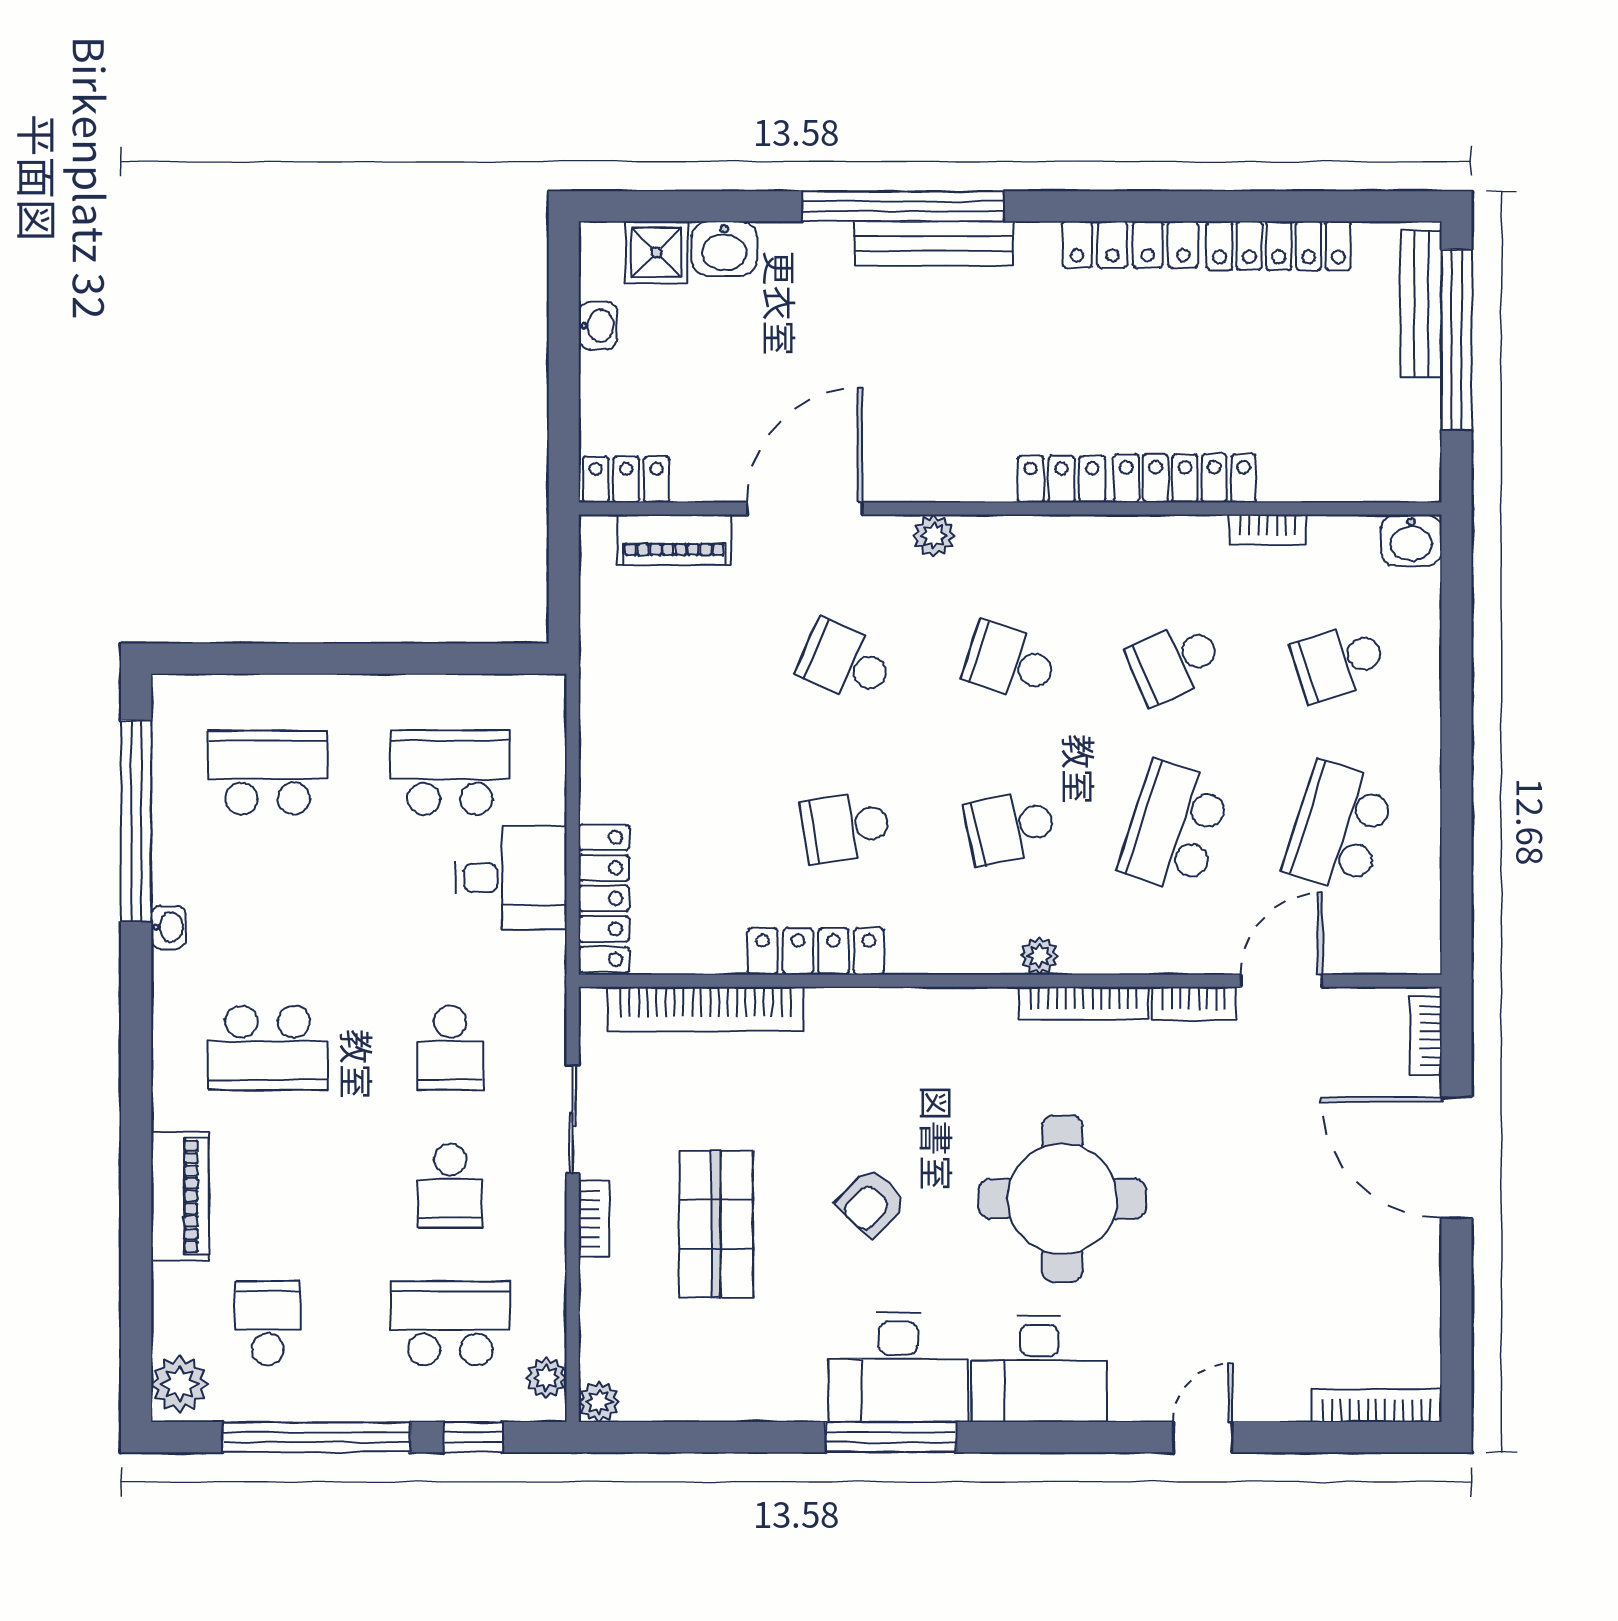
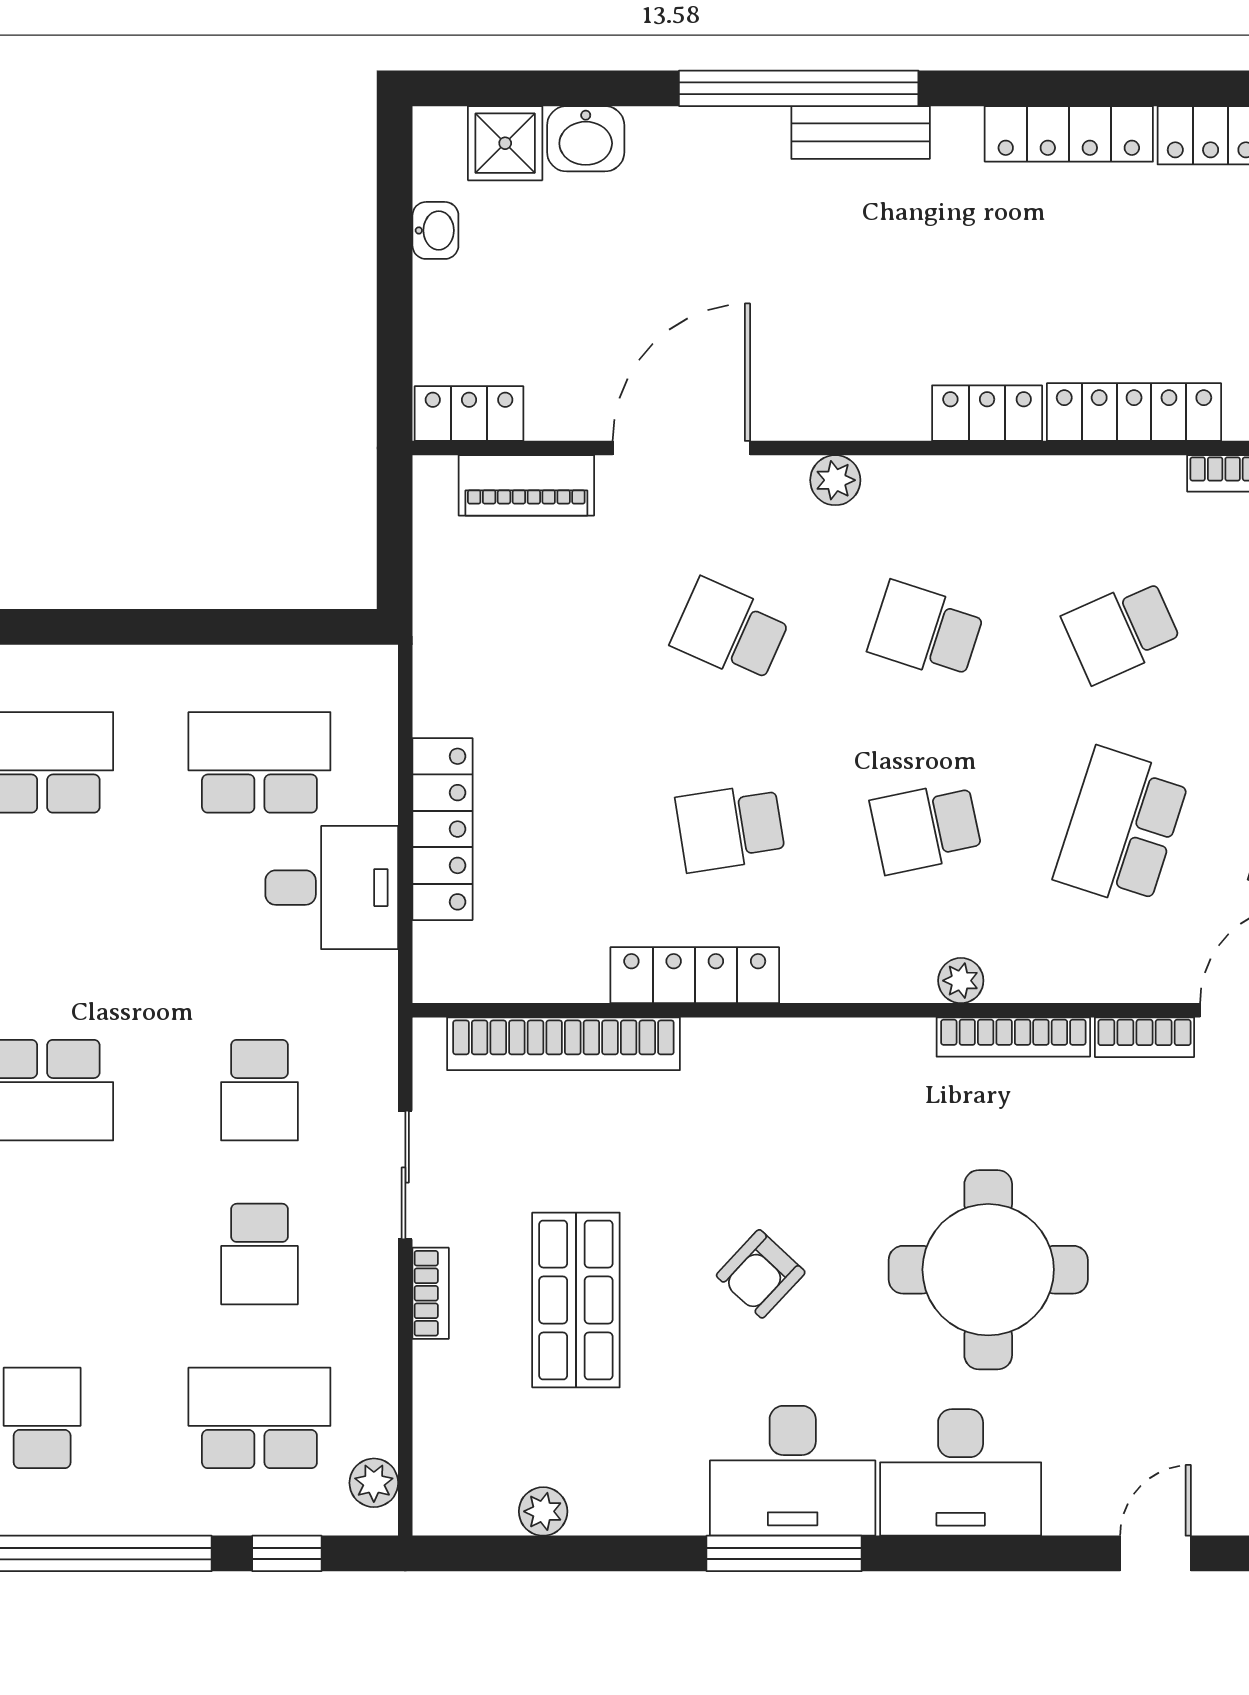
bench: (934, 243) -> (861, 132), width x0.73
locker: (604, 898) -> (442, 829), moved
plant: (599, 1402) -> (543, 1511), moved

